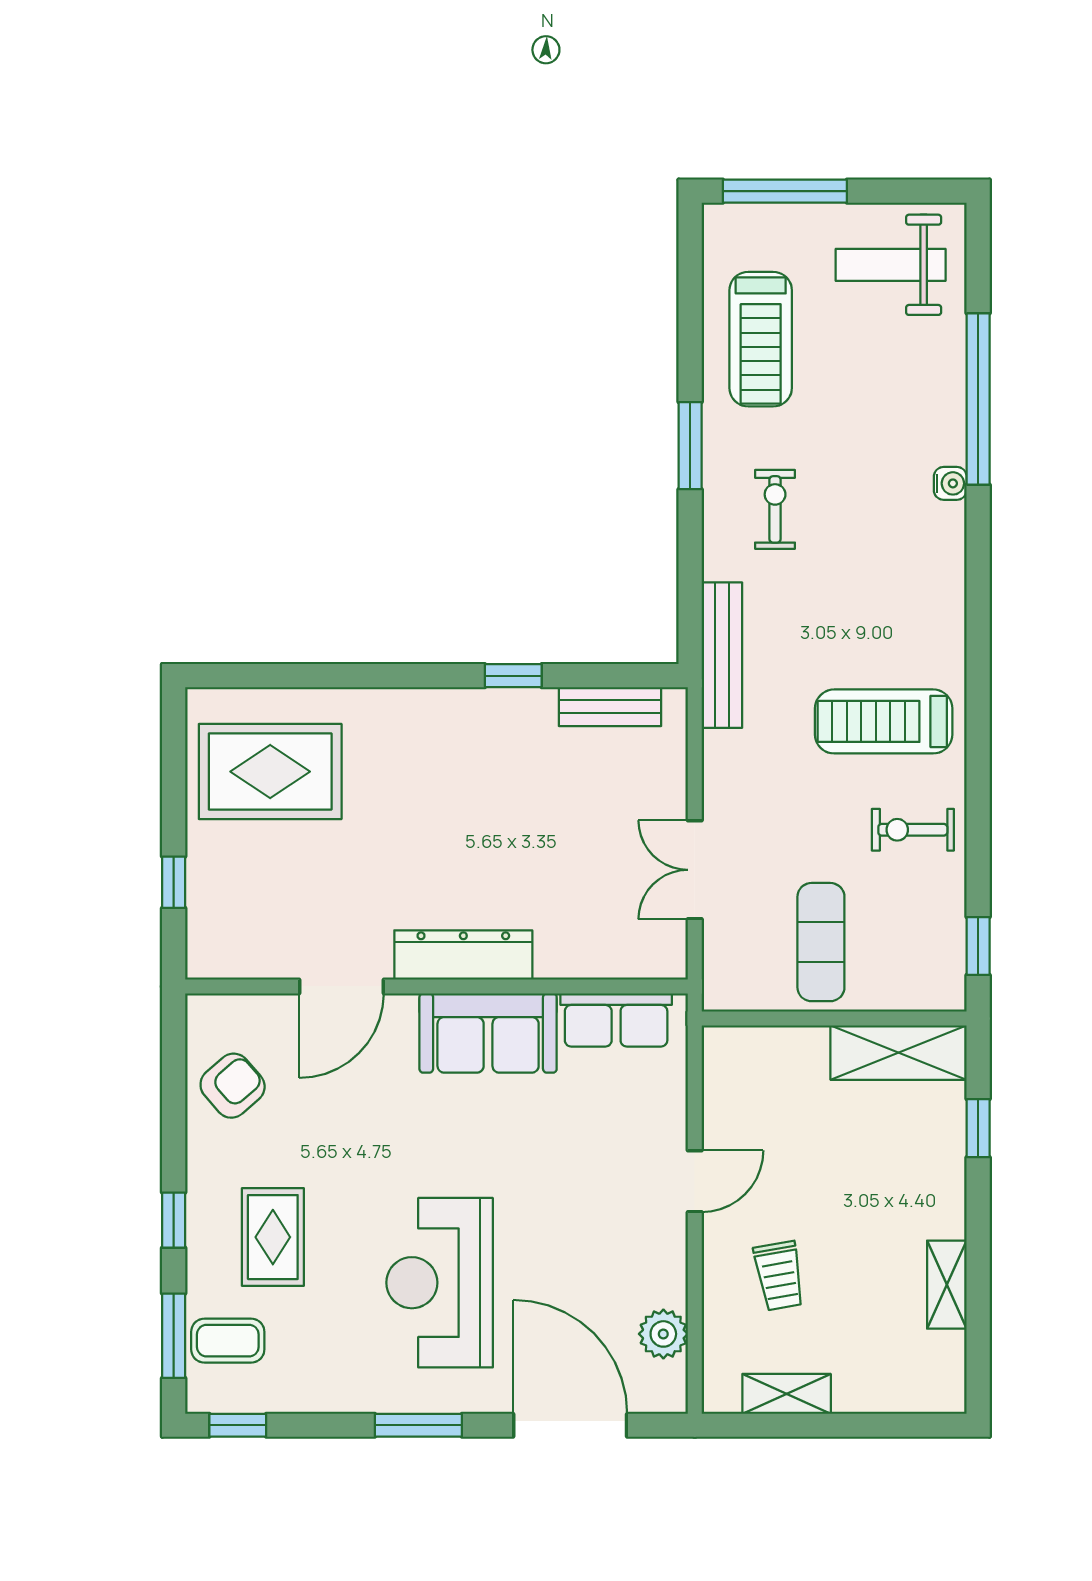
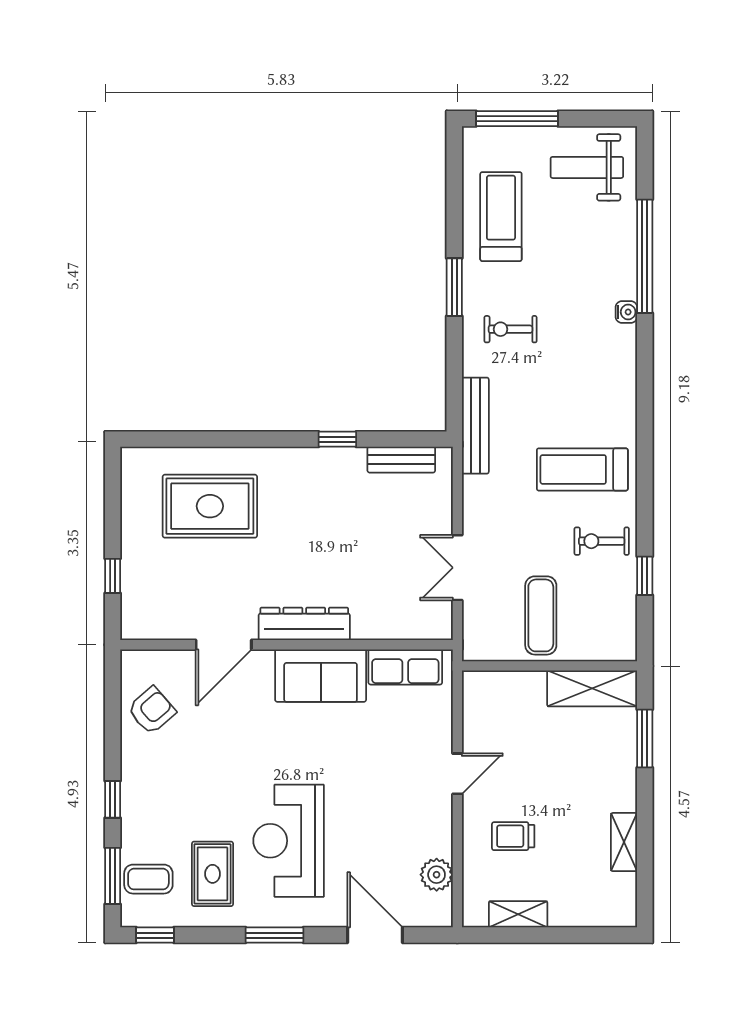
treadmill: (761, 339) -> (501, 217), turned 180
exercise bike: (775, 509) -> (510, 329), turned -90
rug: (270, 772) -> (210, 506), moved
window: (978, 946) -> (645, 576), moved
window: (978, 1128) -> (645, 738), width x1.50
rug: (273, 1237) -> (213, 874), moved
trolley: (779, 1276) -> (513, 836), turned 100
door: (570, 1425) -> (375, 935), width x0.73

